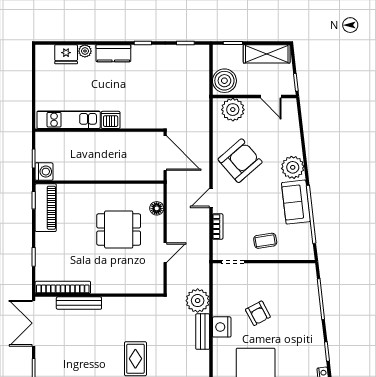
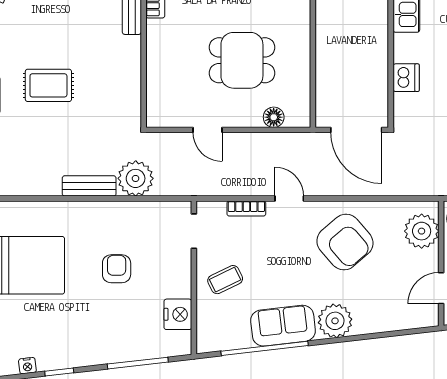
dishwasher: (111, 120) -> (406, 78), moved
door: (165, 153) -> (356, 130), hinge flipped
dining table: (119, 229) -> (242, 60), turned 90
coffee table: (265, 241) -> (225, 280), turned 73
armchair: (258, 313) -> (117, 269), turned 118
nightstand: (222, 327) -> (178, 314), moved, turned 90

